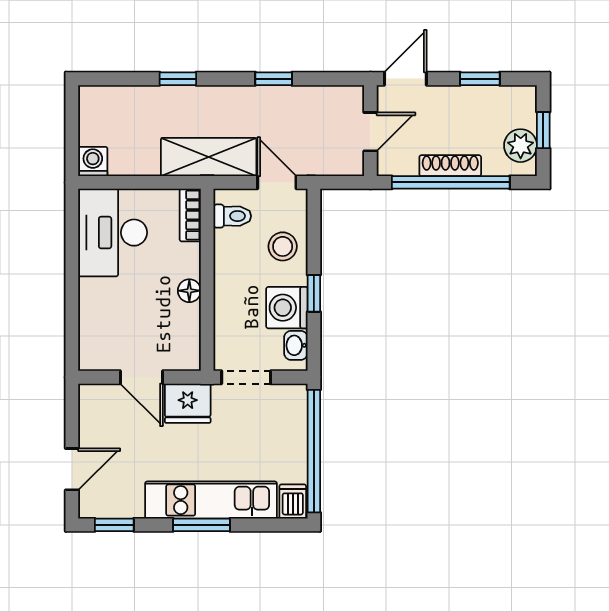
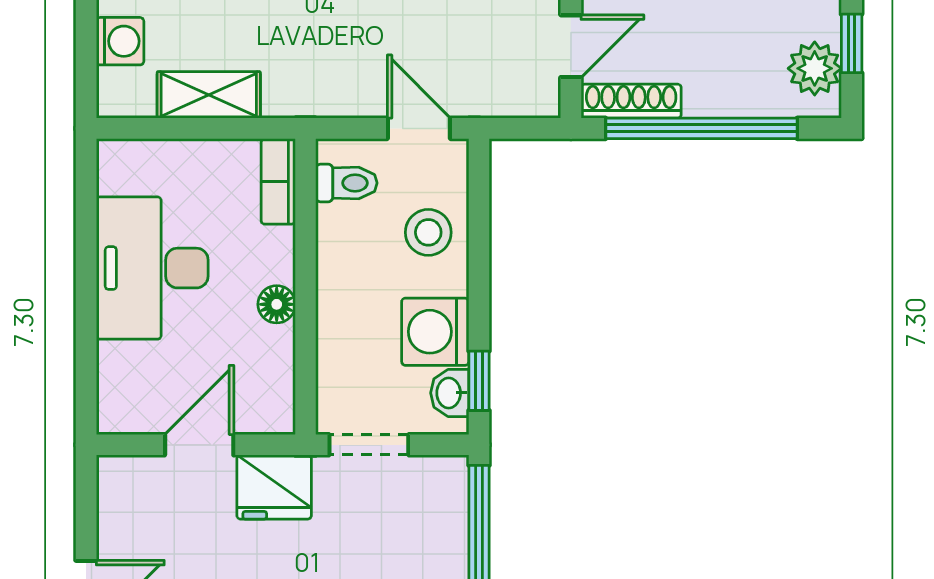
shelving: (209, 157) -> (209, 95), moved, width x0.67, depth x0.75
washing machine: (93, 162) -> (120, 41), moved, turned 90
shoe rack: (450, 166) -> (631, 101), moved
desk: (113, 233) -> (152, 268), moved
window: (314, 293) -> (479, 381), moved
door: (142, 377) -> (199, 445), swing flipped

